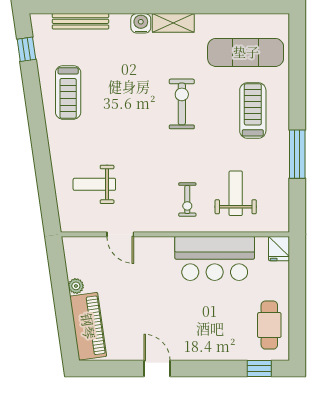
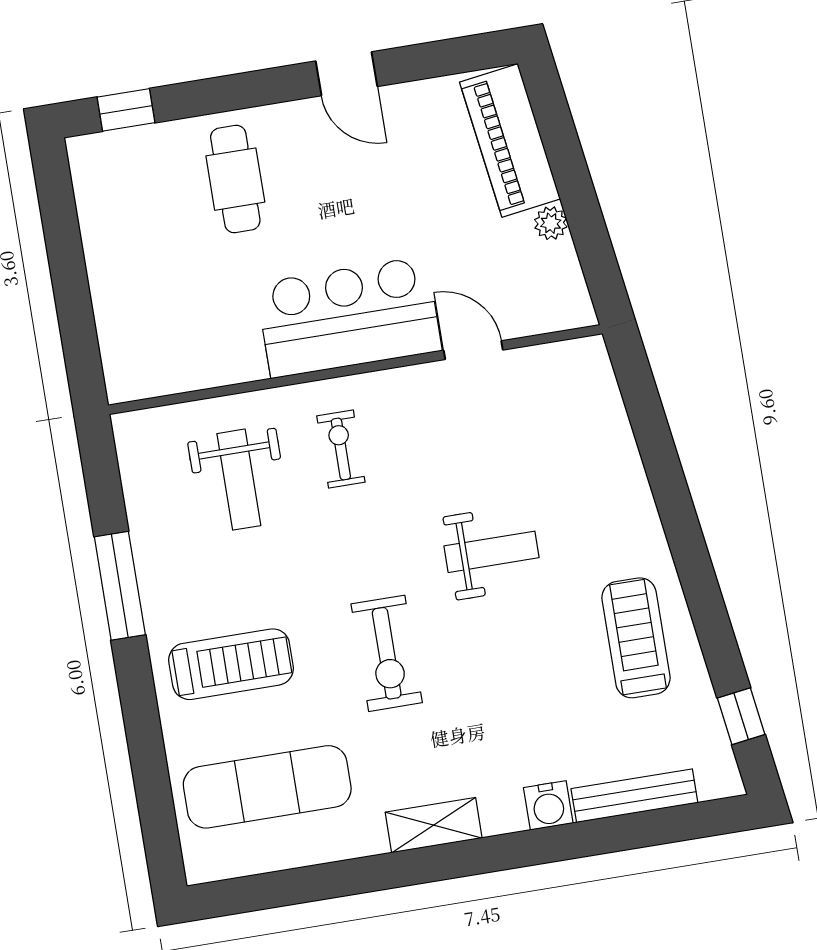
water cooler: (141, 23) -> (548, 805), moved
treadmill: (253, 111) -> (231, 664), turned -90
weight bench: (94, 184) -> (492, 552), moved
fridge: (279, 249) -> (126, 375), removed
bar counter: (215, 258) -> (349, 317), moved
cafe table: (269, 325) -> (235, 179), moved

